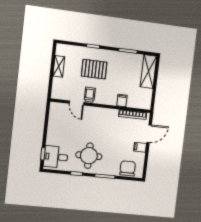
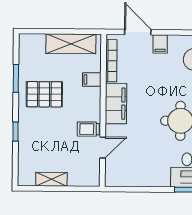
pallet: (94, 69) -> (44, 94), moved, turned 90
shelving: (148, 72) -> (71, 44), moved
filing cabinet: (105, 115) -> (116, 104), added

